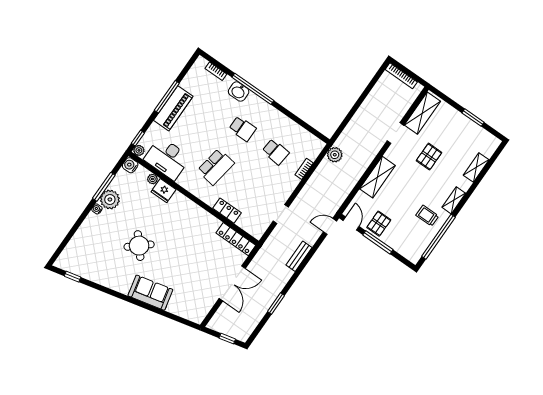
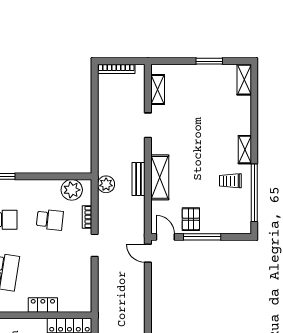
shelving: (422, 113) -> (158, 90), width x0.67, depth x0.75
plant: (307, 141) -> (72, 190), added
pallet: (429, 157) -> (194, 125), removed
shelving: (476, 167) -> (244, 80), moved
doorway: (281, 214) -> (95, 245), moved
door: (330, 226) -> (148, 253), hinge flipped
bench: (299, 256) -> (138, 179), moved

